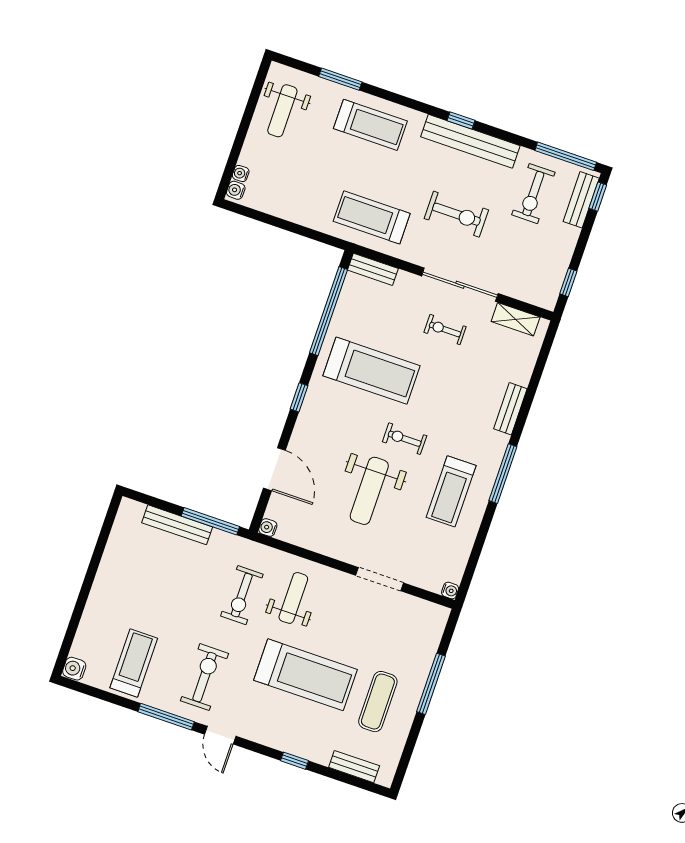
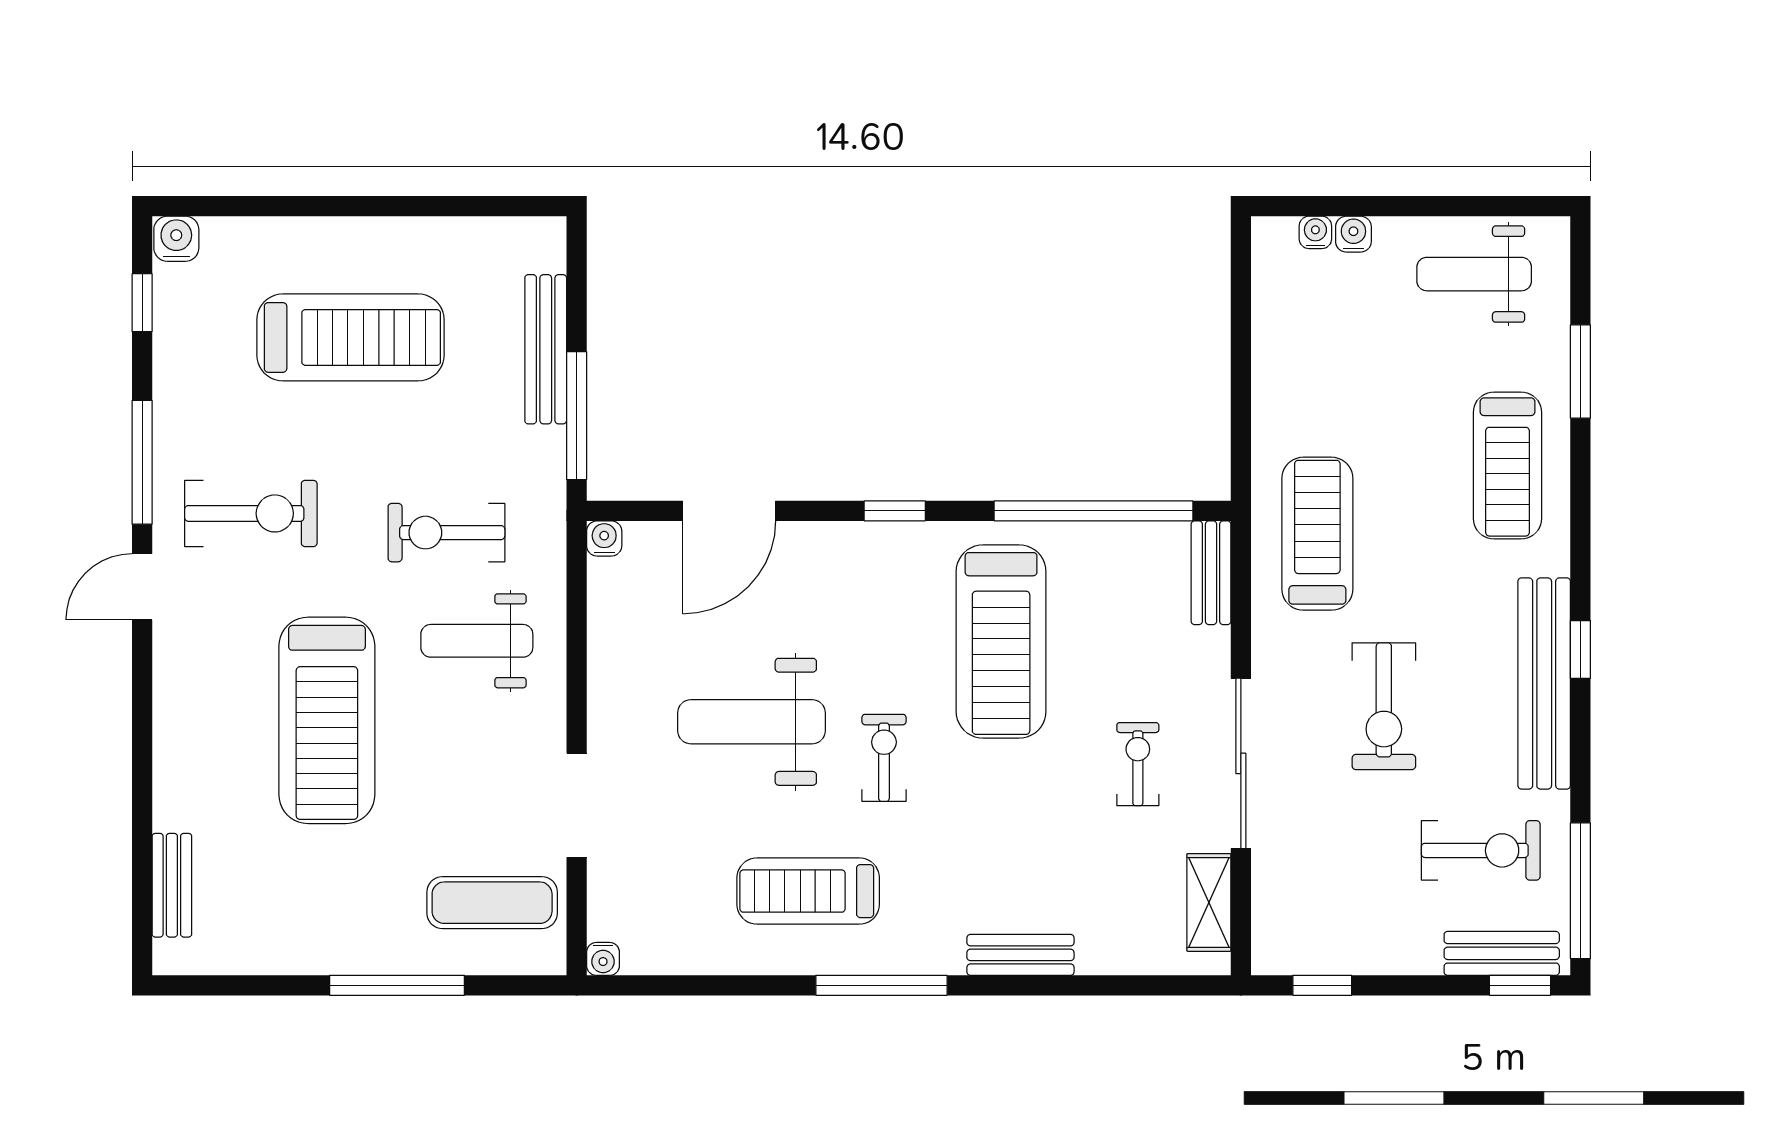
water cooler: (236, 190) -> (1353, 234), moved
exercise bike: (533, 194) -> (1481, 850), turned 180
weight bench: (293, 598) -> (477, 641), turned 180
treadmill: (134, 663) -> (350, 337), moved, width x1.37, depth x1.38
exercise mat: (378, 702) -> (492, 903), moved
window: (295, 761) -> (142, 303), moved

